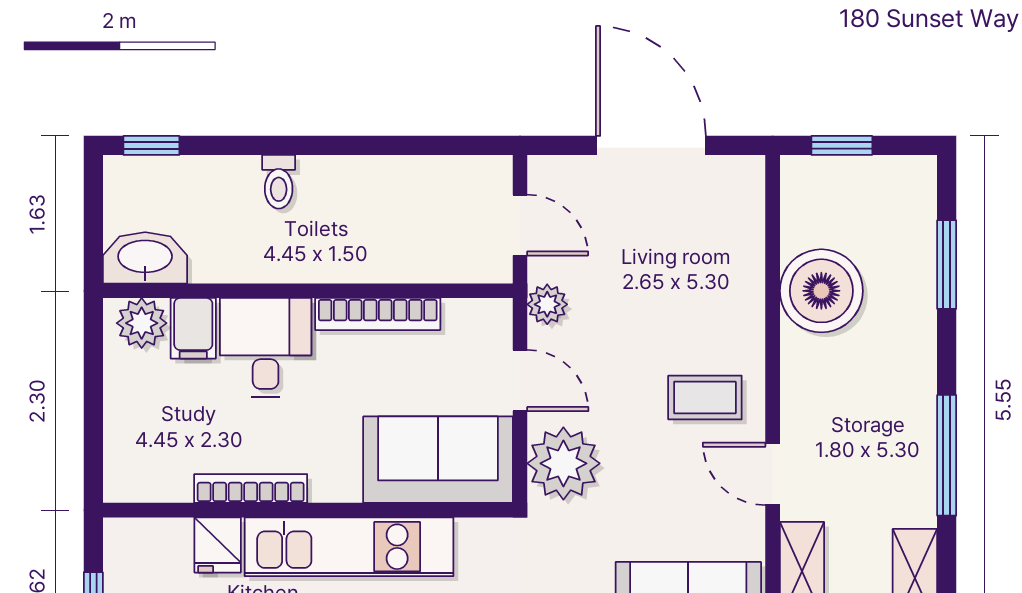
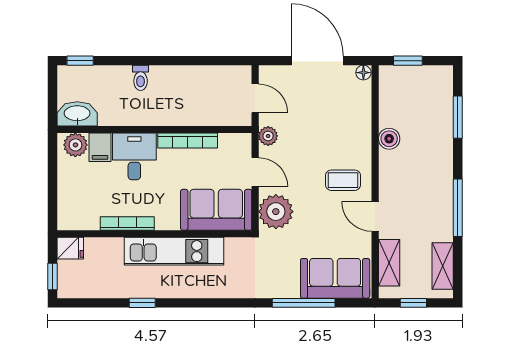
floor lamp: (748, 171) -> (363, 73), added
boiler: (821, 291) -> (389, 139), width x0.54, depth x0.54
fridge: (218, 545) -> (70, 248), moved, turned -90

